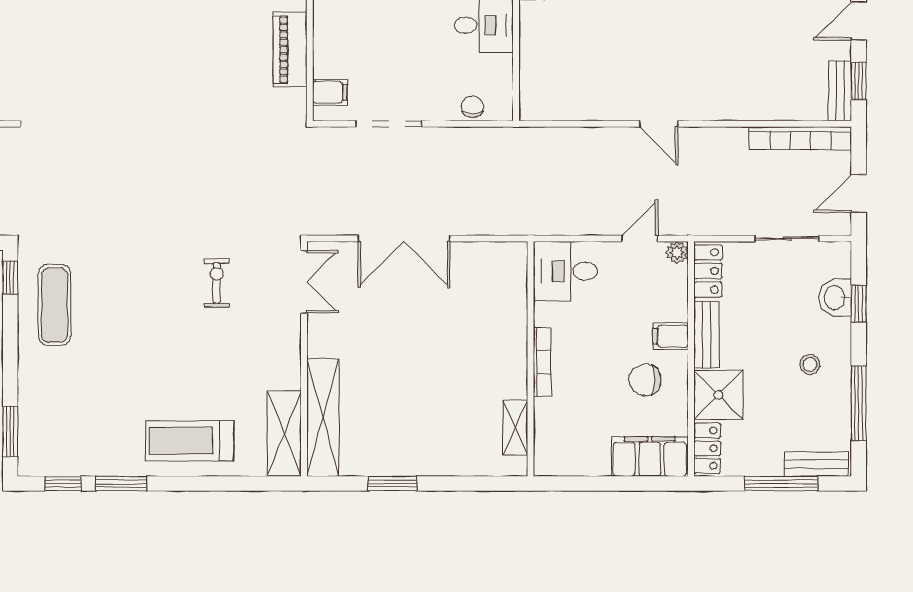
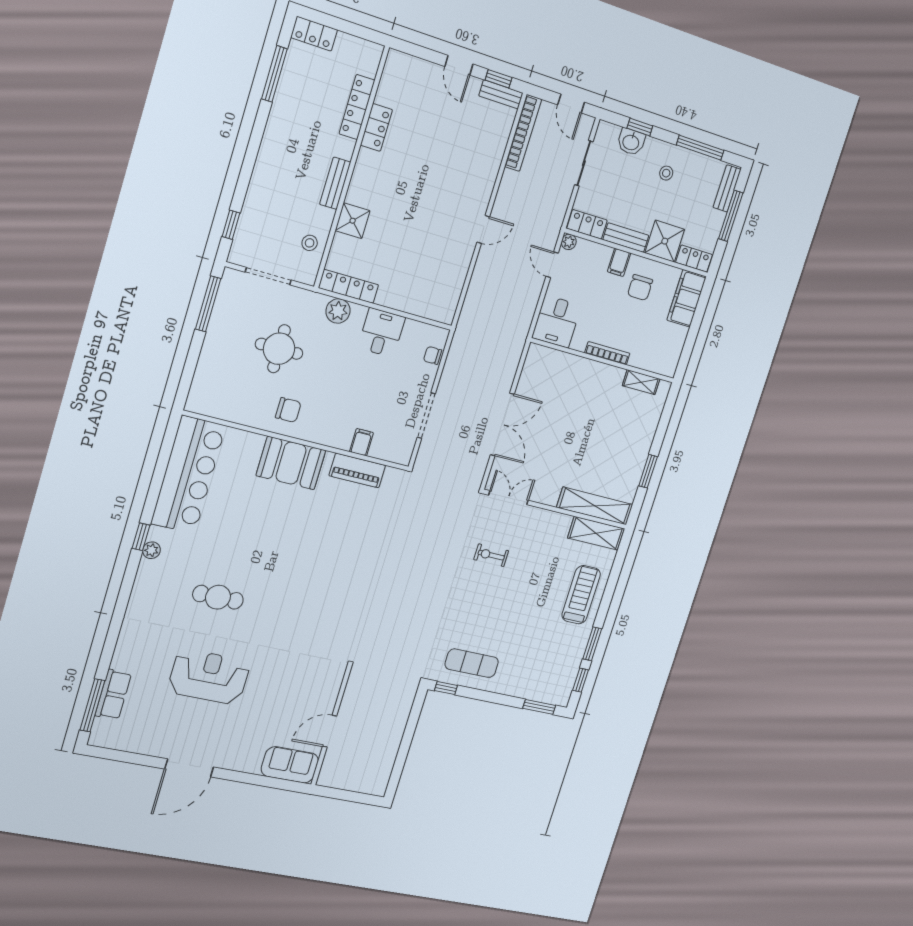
filing cabinet: (330, 92) -> (361, 442), moved
treadmill: (190, 441) -> (581, 595), turned 180

